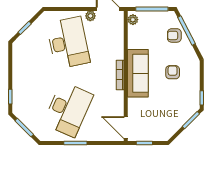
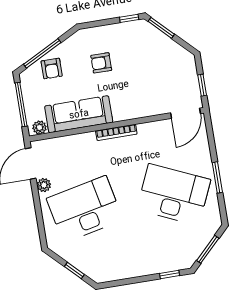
sofa: (138, 73) -> (79, 114), moved

